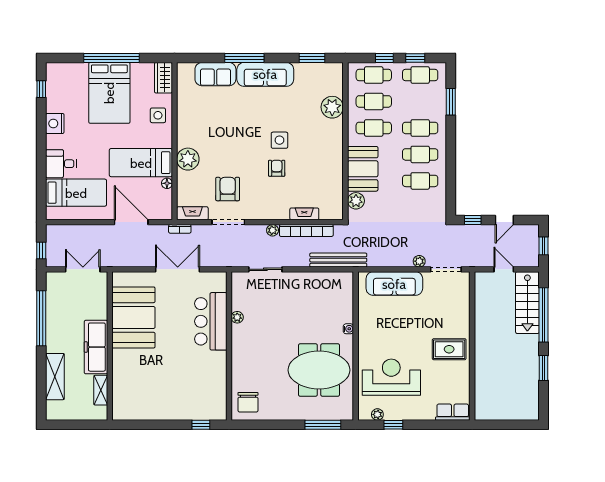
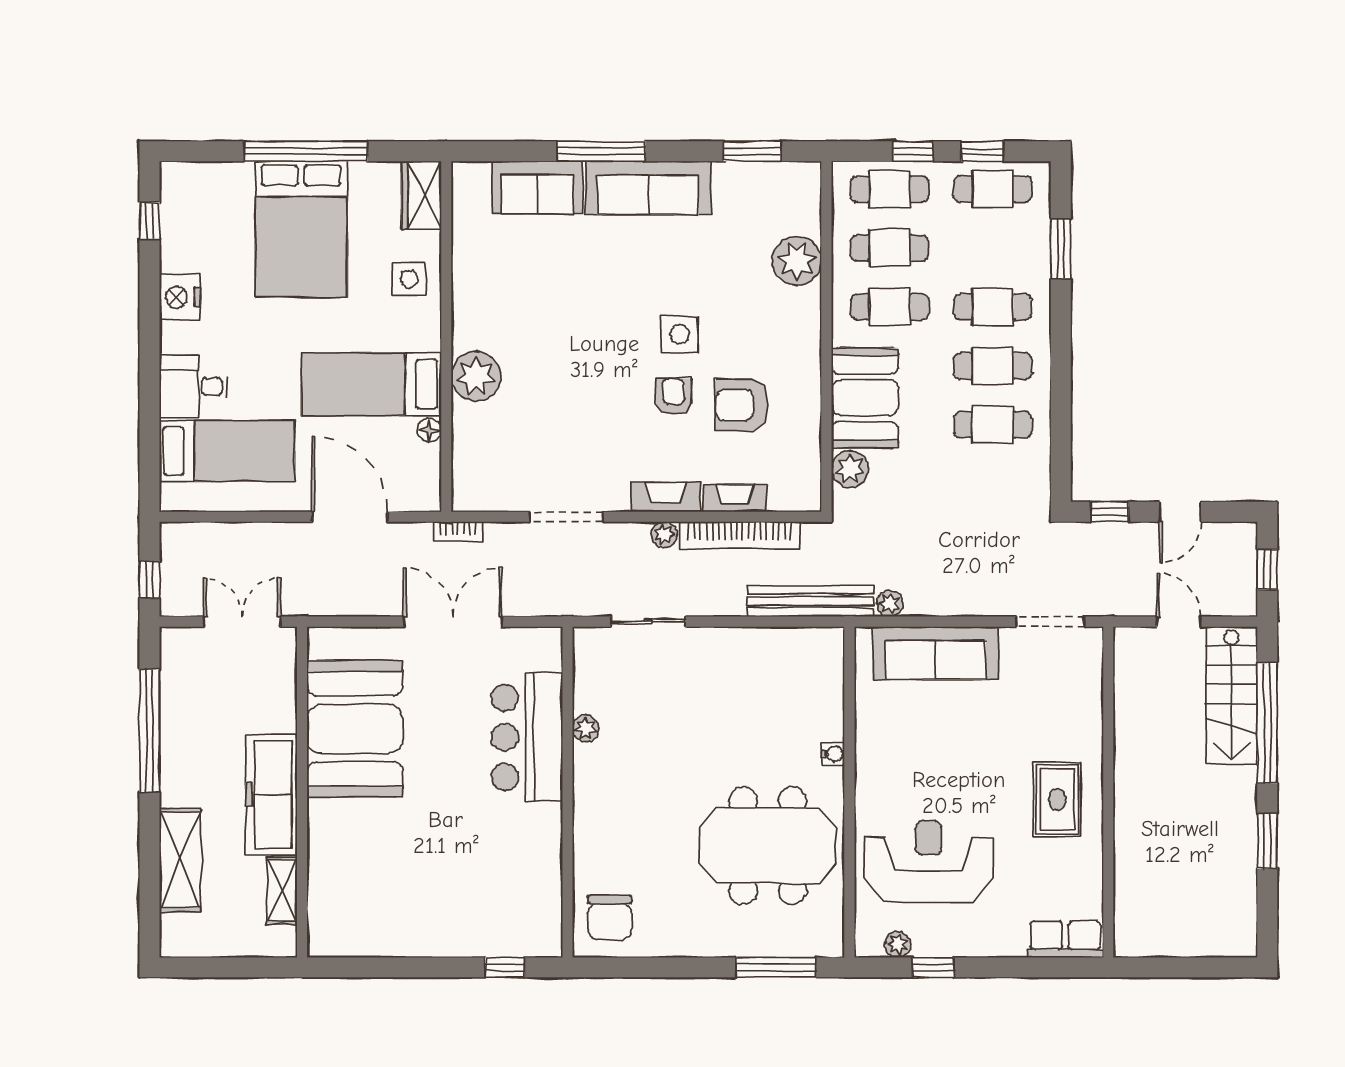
armchair: (228, 189) -> (742, 405), moved, turned -90
fireplace: (192, 213) -> (666, 497), moved
plant: (419, 261) -> (890, 604), moved
rug: (449, 349) -> (1057, 799), turned 90

